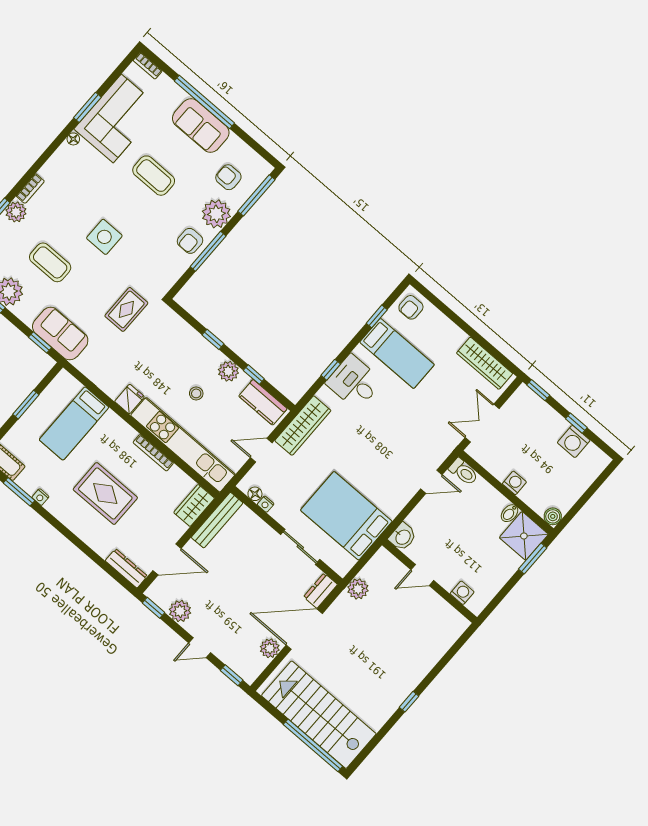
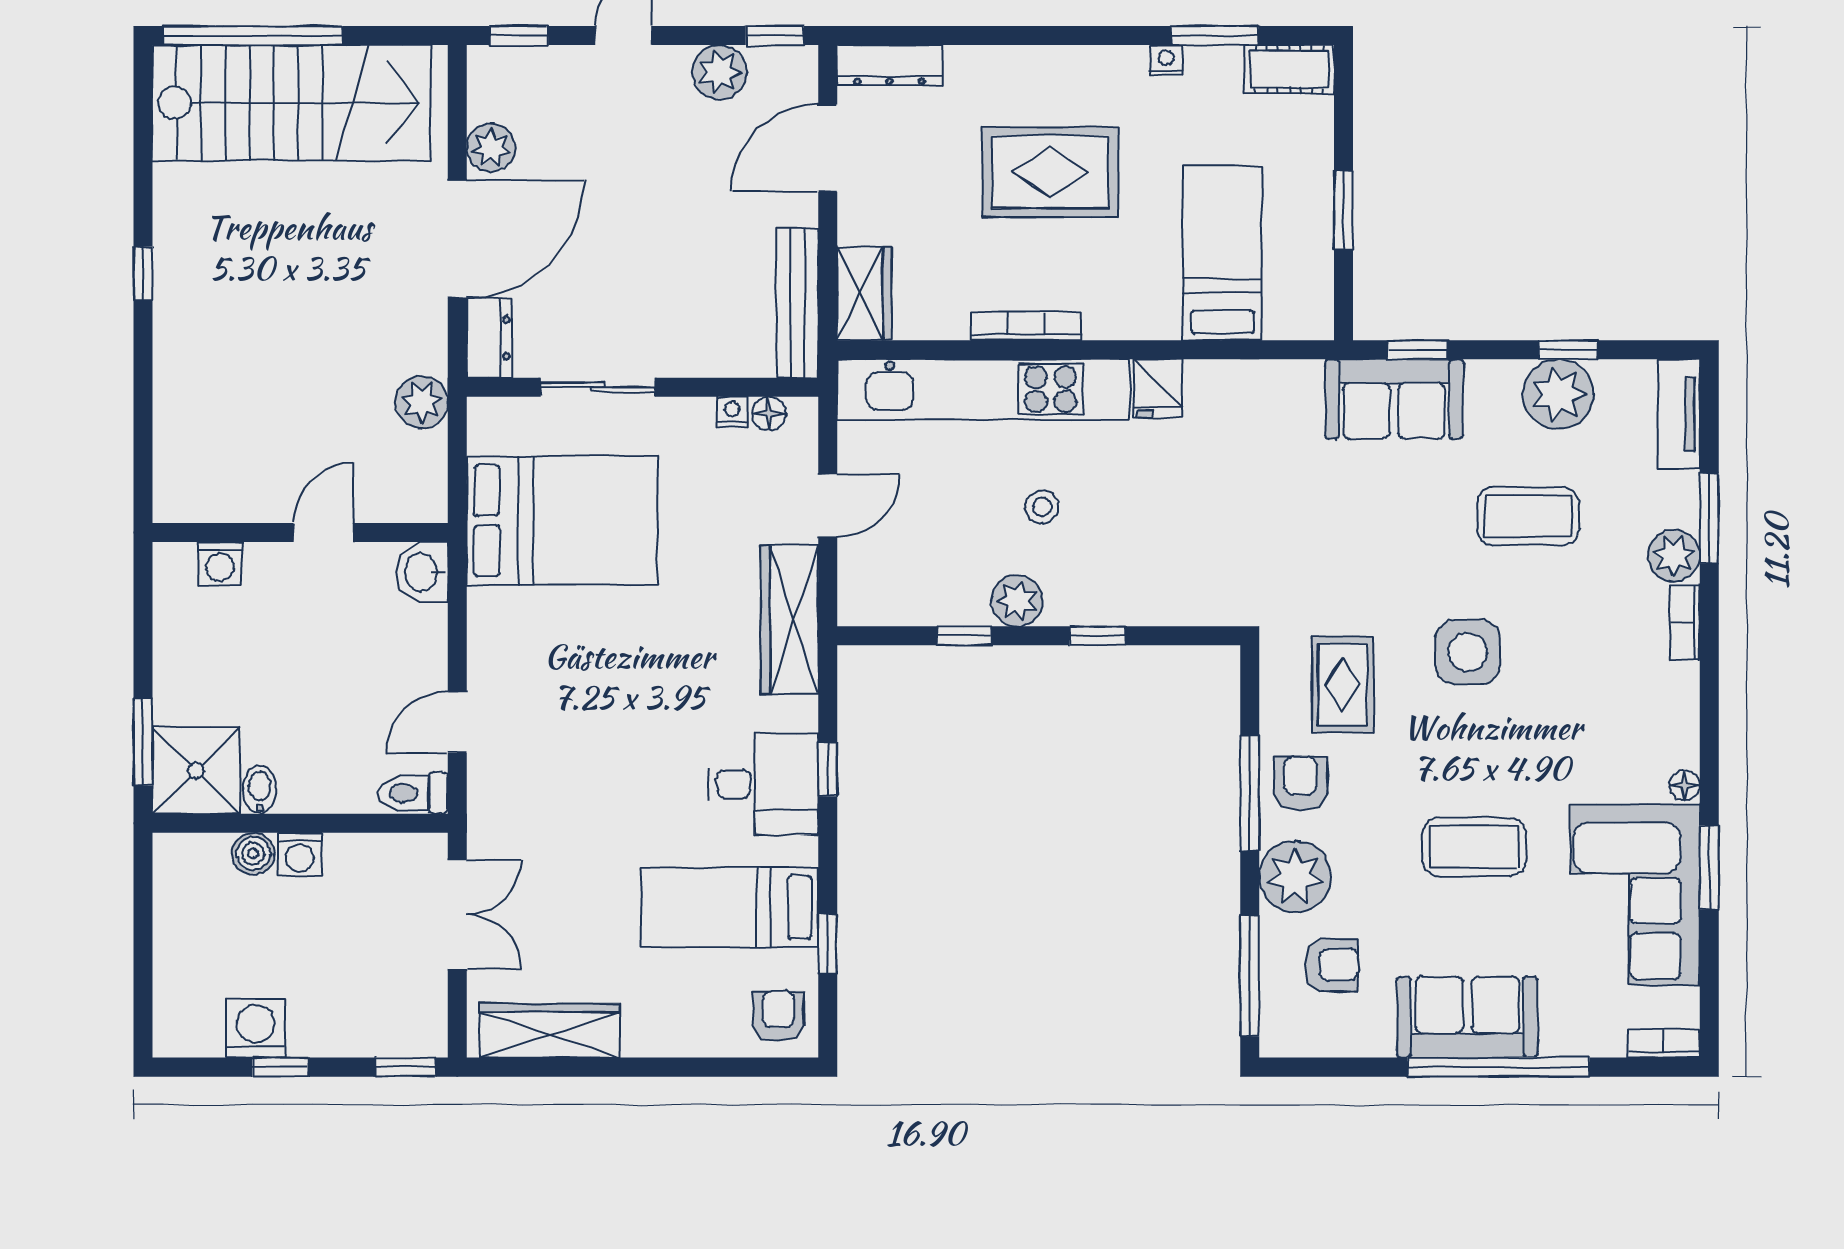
rug: (126, 309) -> (1343, 684), moved
kitchen counter: (263, 402) -> (902, 598), removed
boiler: (553, 516) -> (253, 854), moved

